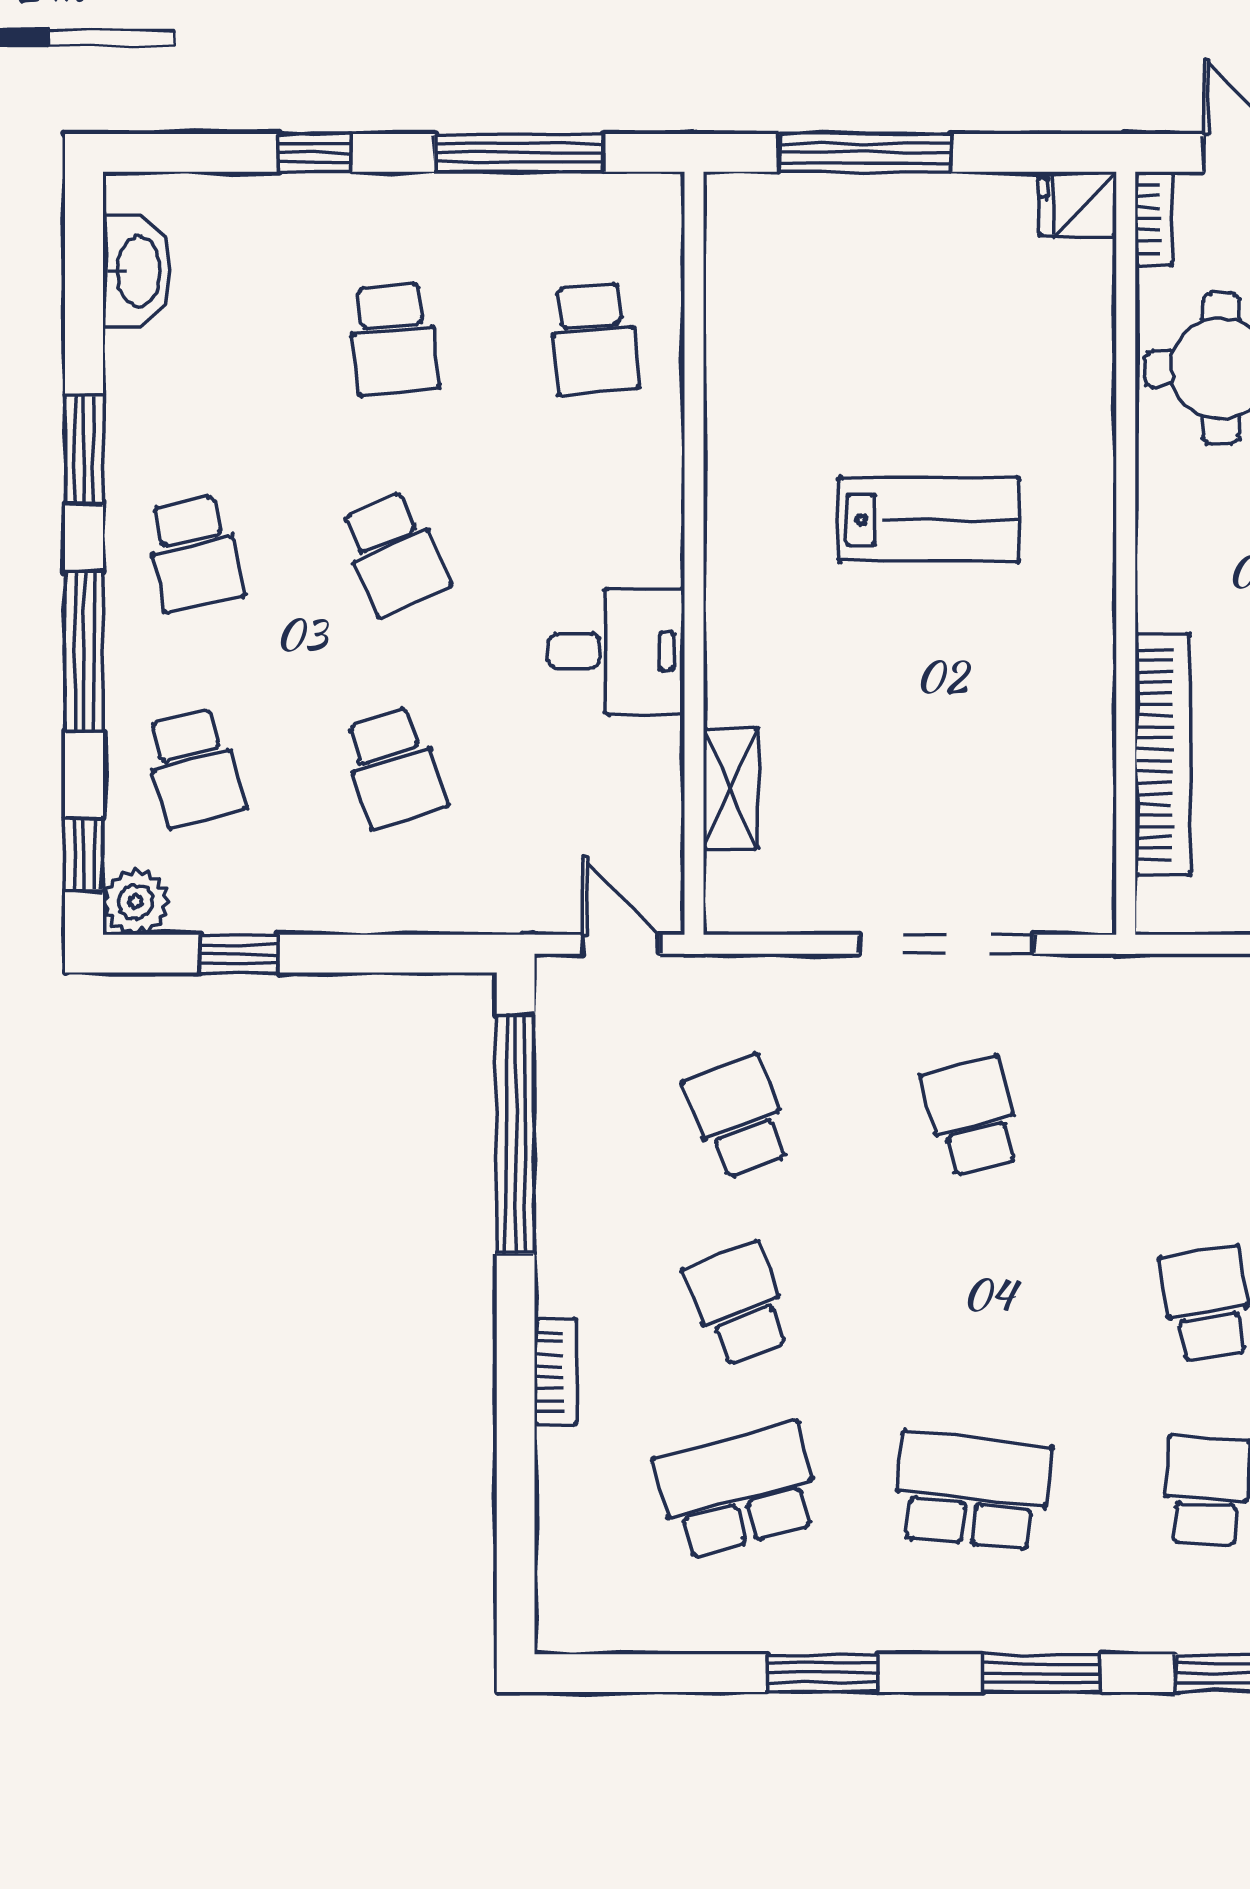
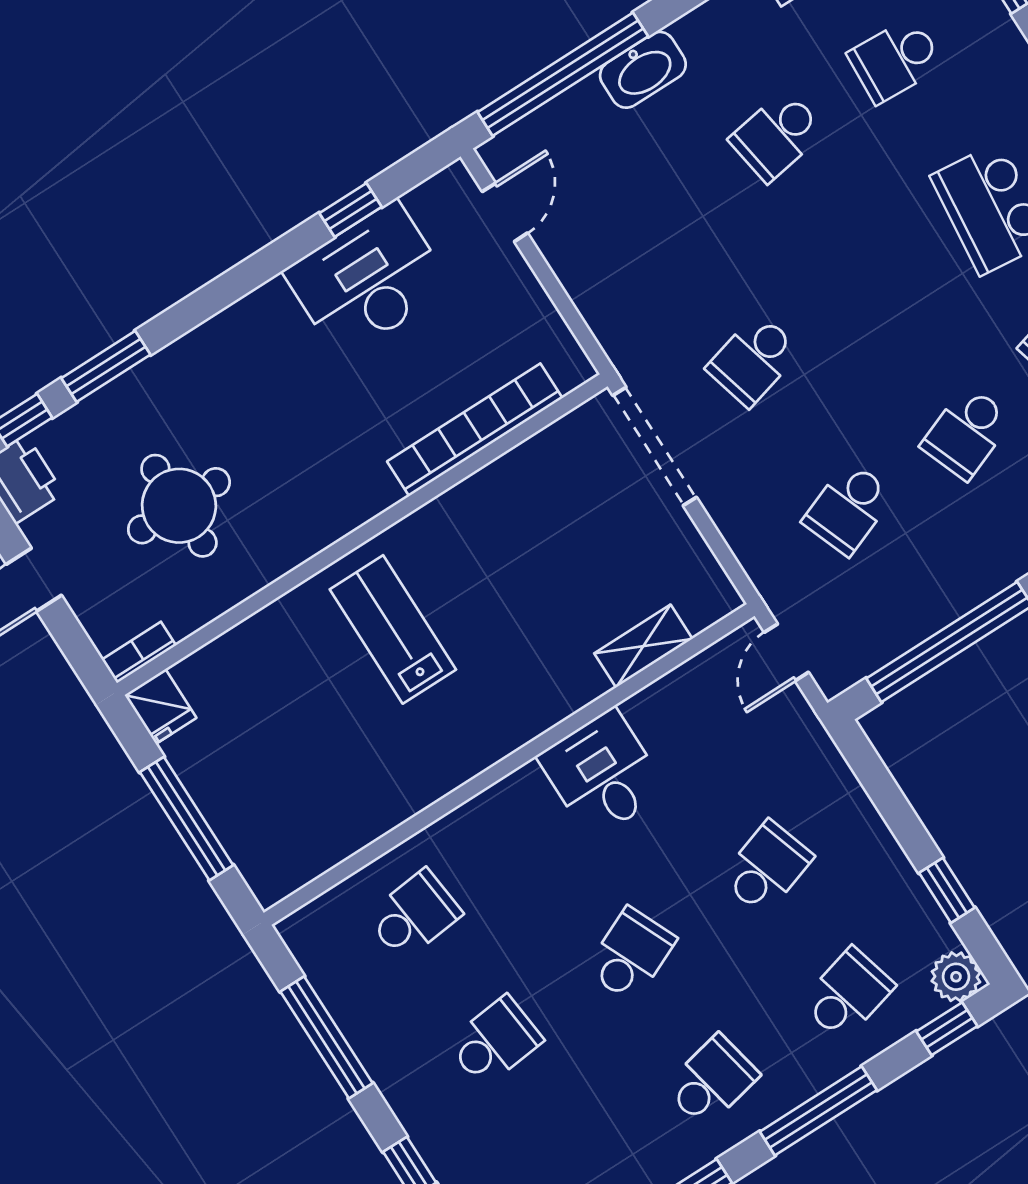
fridge: (1078, 204) -> (160, 706), moved
bookcase: (1154, 218) -> (139, 652), moved
wall: (1126, 553) -> (362, 535), moved
bookcase: (1163, 754) -> (475, 430), moved

